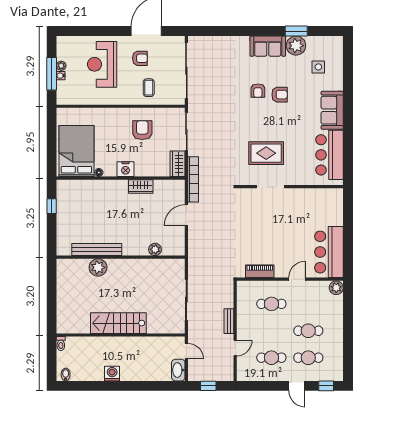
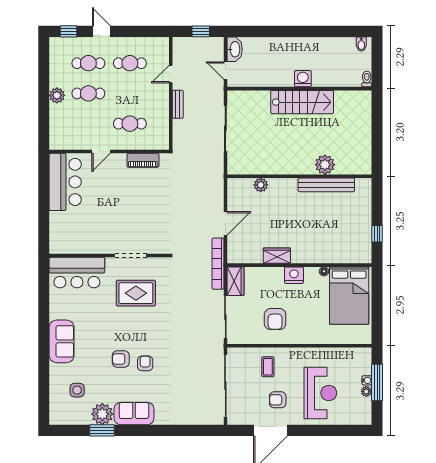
bar counter: (329, 155) -> (77, 273), moved, turned 90
plant: (336, 288) -> (57, 95), moved
washing machine: (112, 374) -> (303, 79), moved, turned 180

